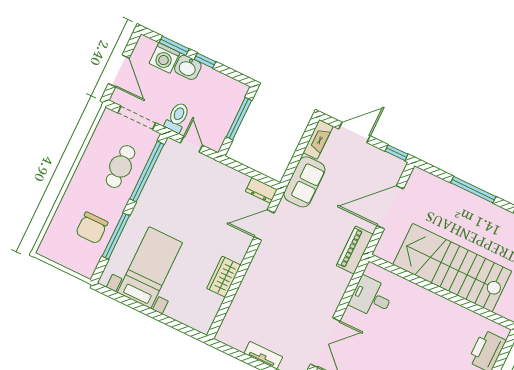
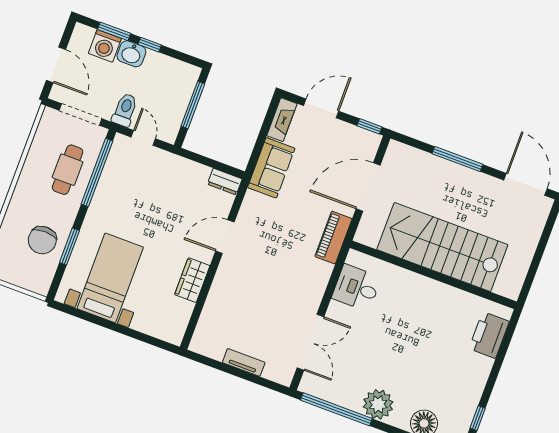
door: (264, 225) -> (225, 237), moved
window: (116, 236) -> (69, 247), width x0.69

